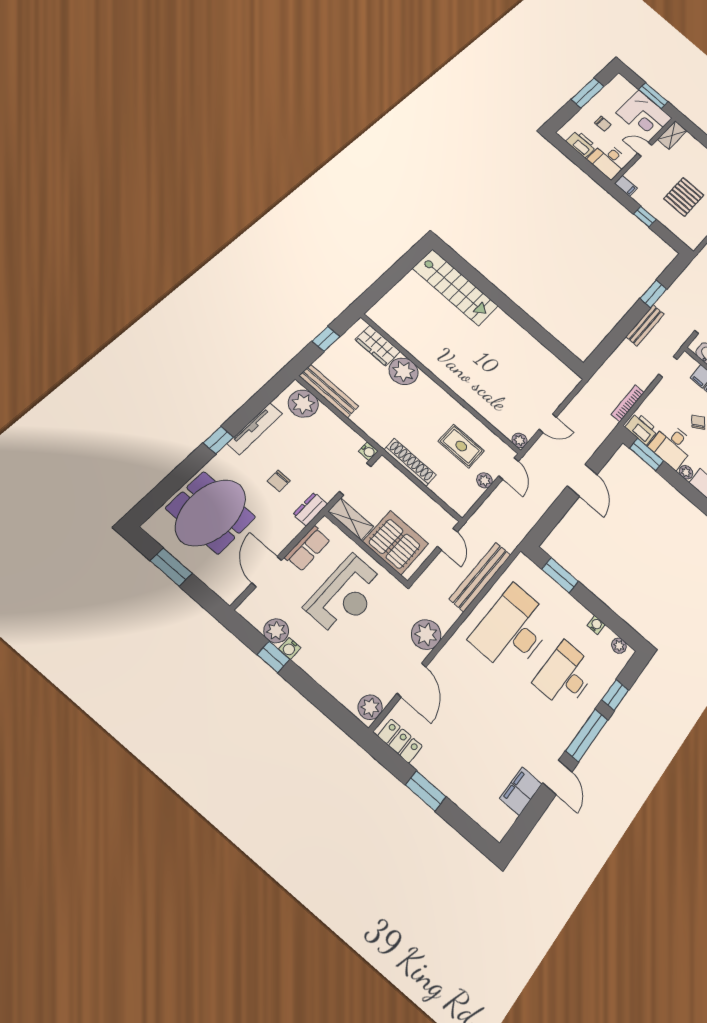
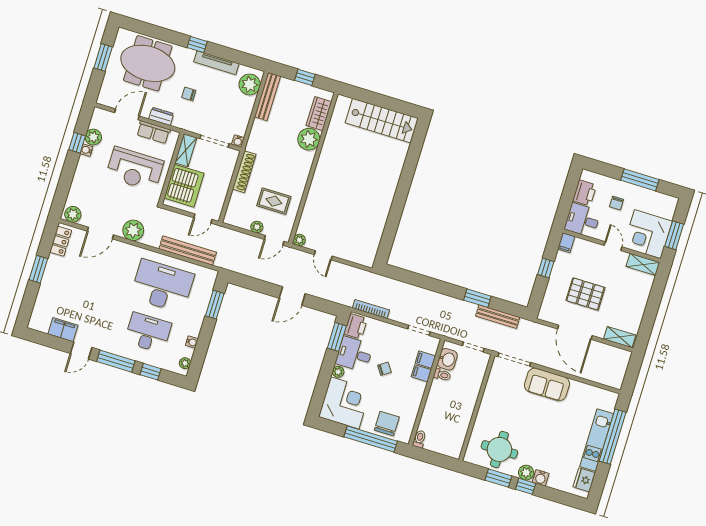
stairs: (455, 287) -> (382, 121), moved, turned -90
bench: (645, 325) -> (498, 317), moved
rug: (461, 446) -> (274, 201), turned 90
dresser: (310, 509) -> (161, 116), moved

